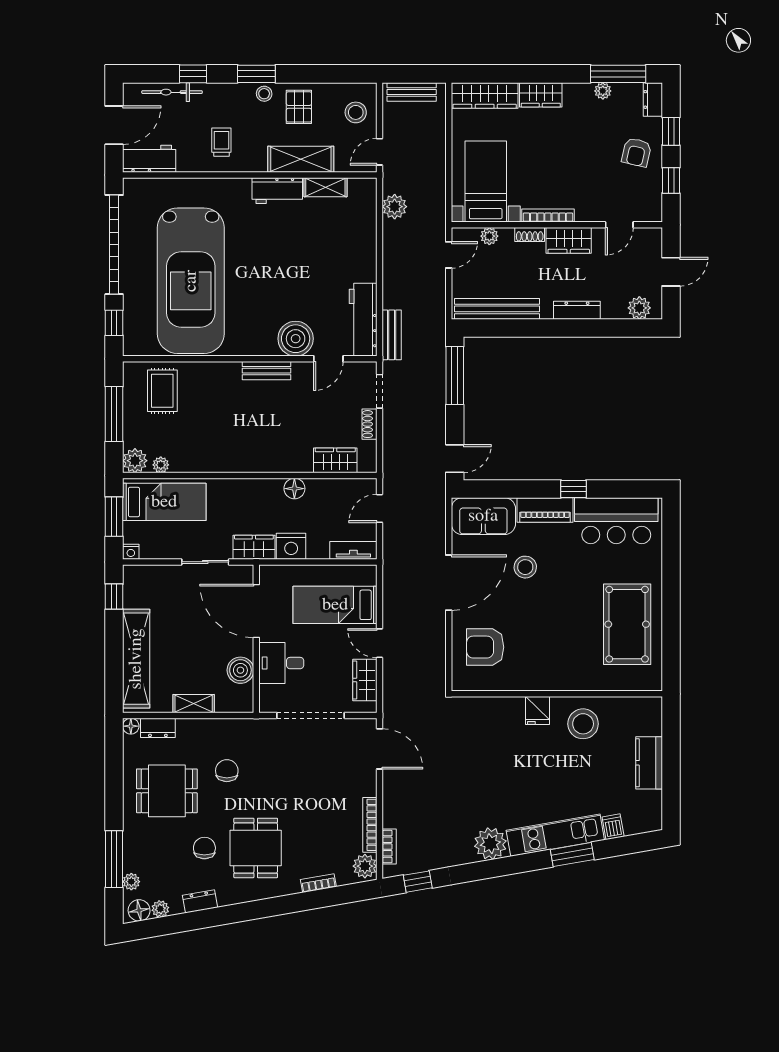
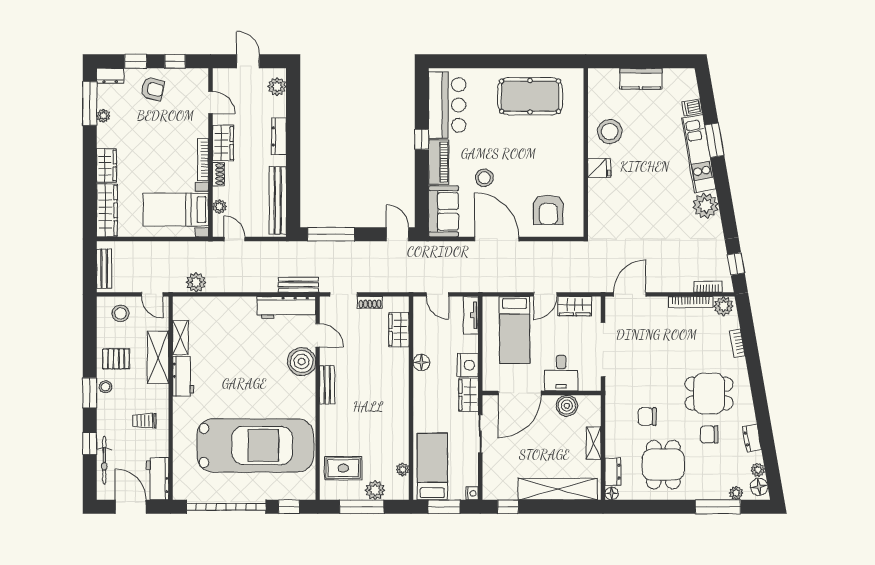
plant: (135, 461) -> (375, 490), moved

